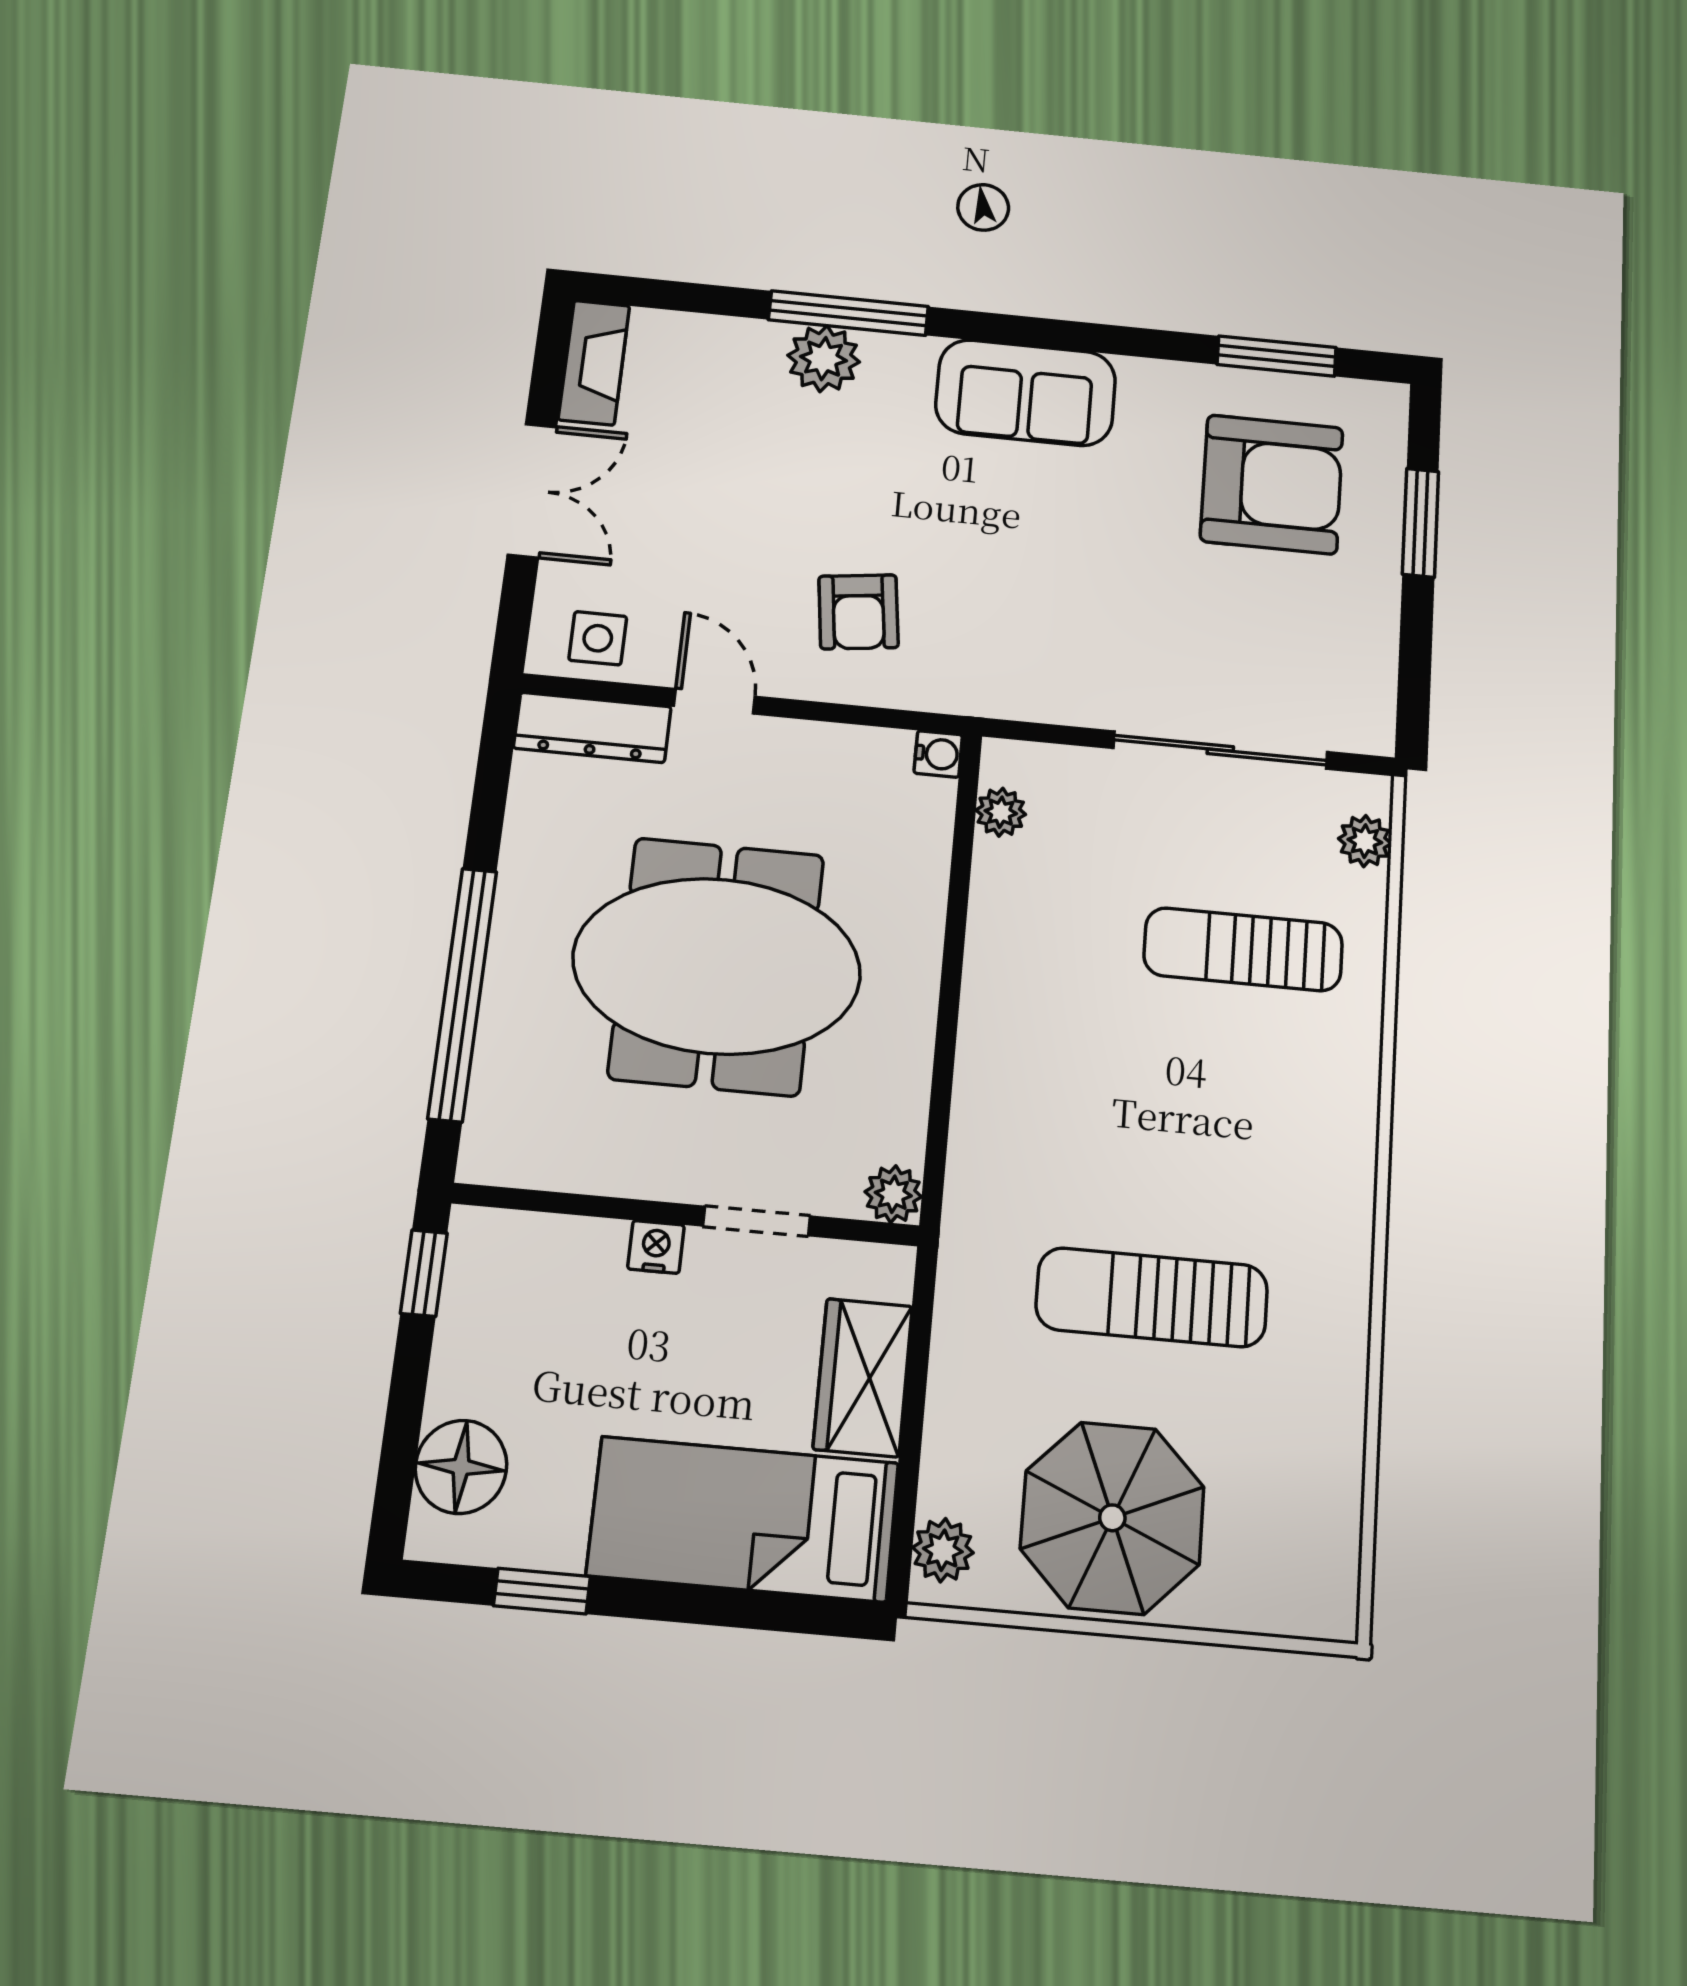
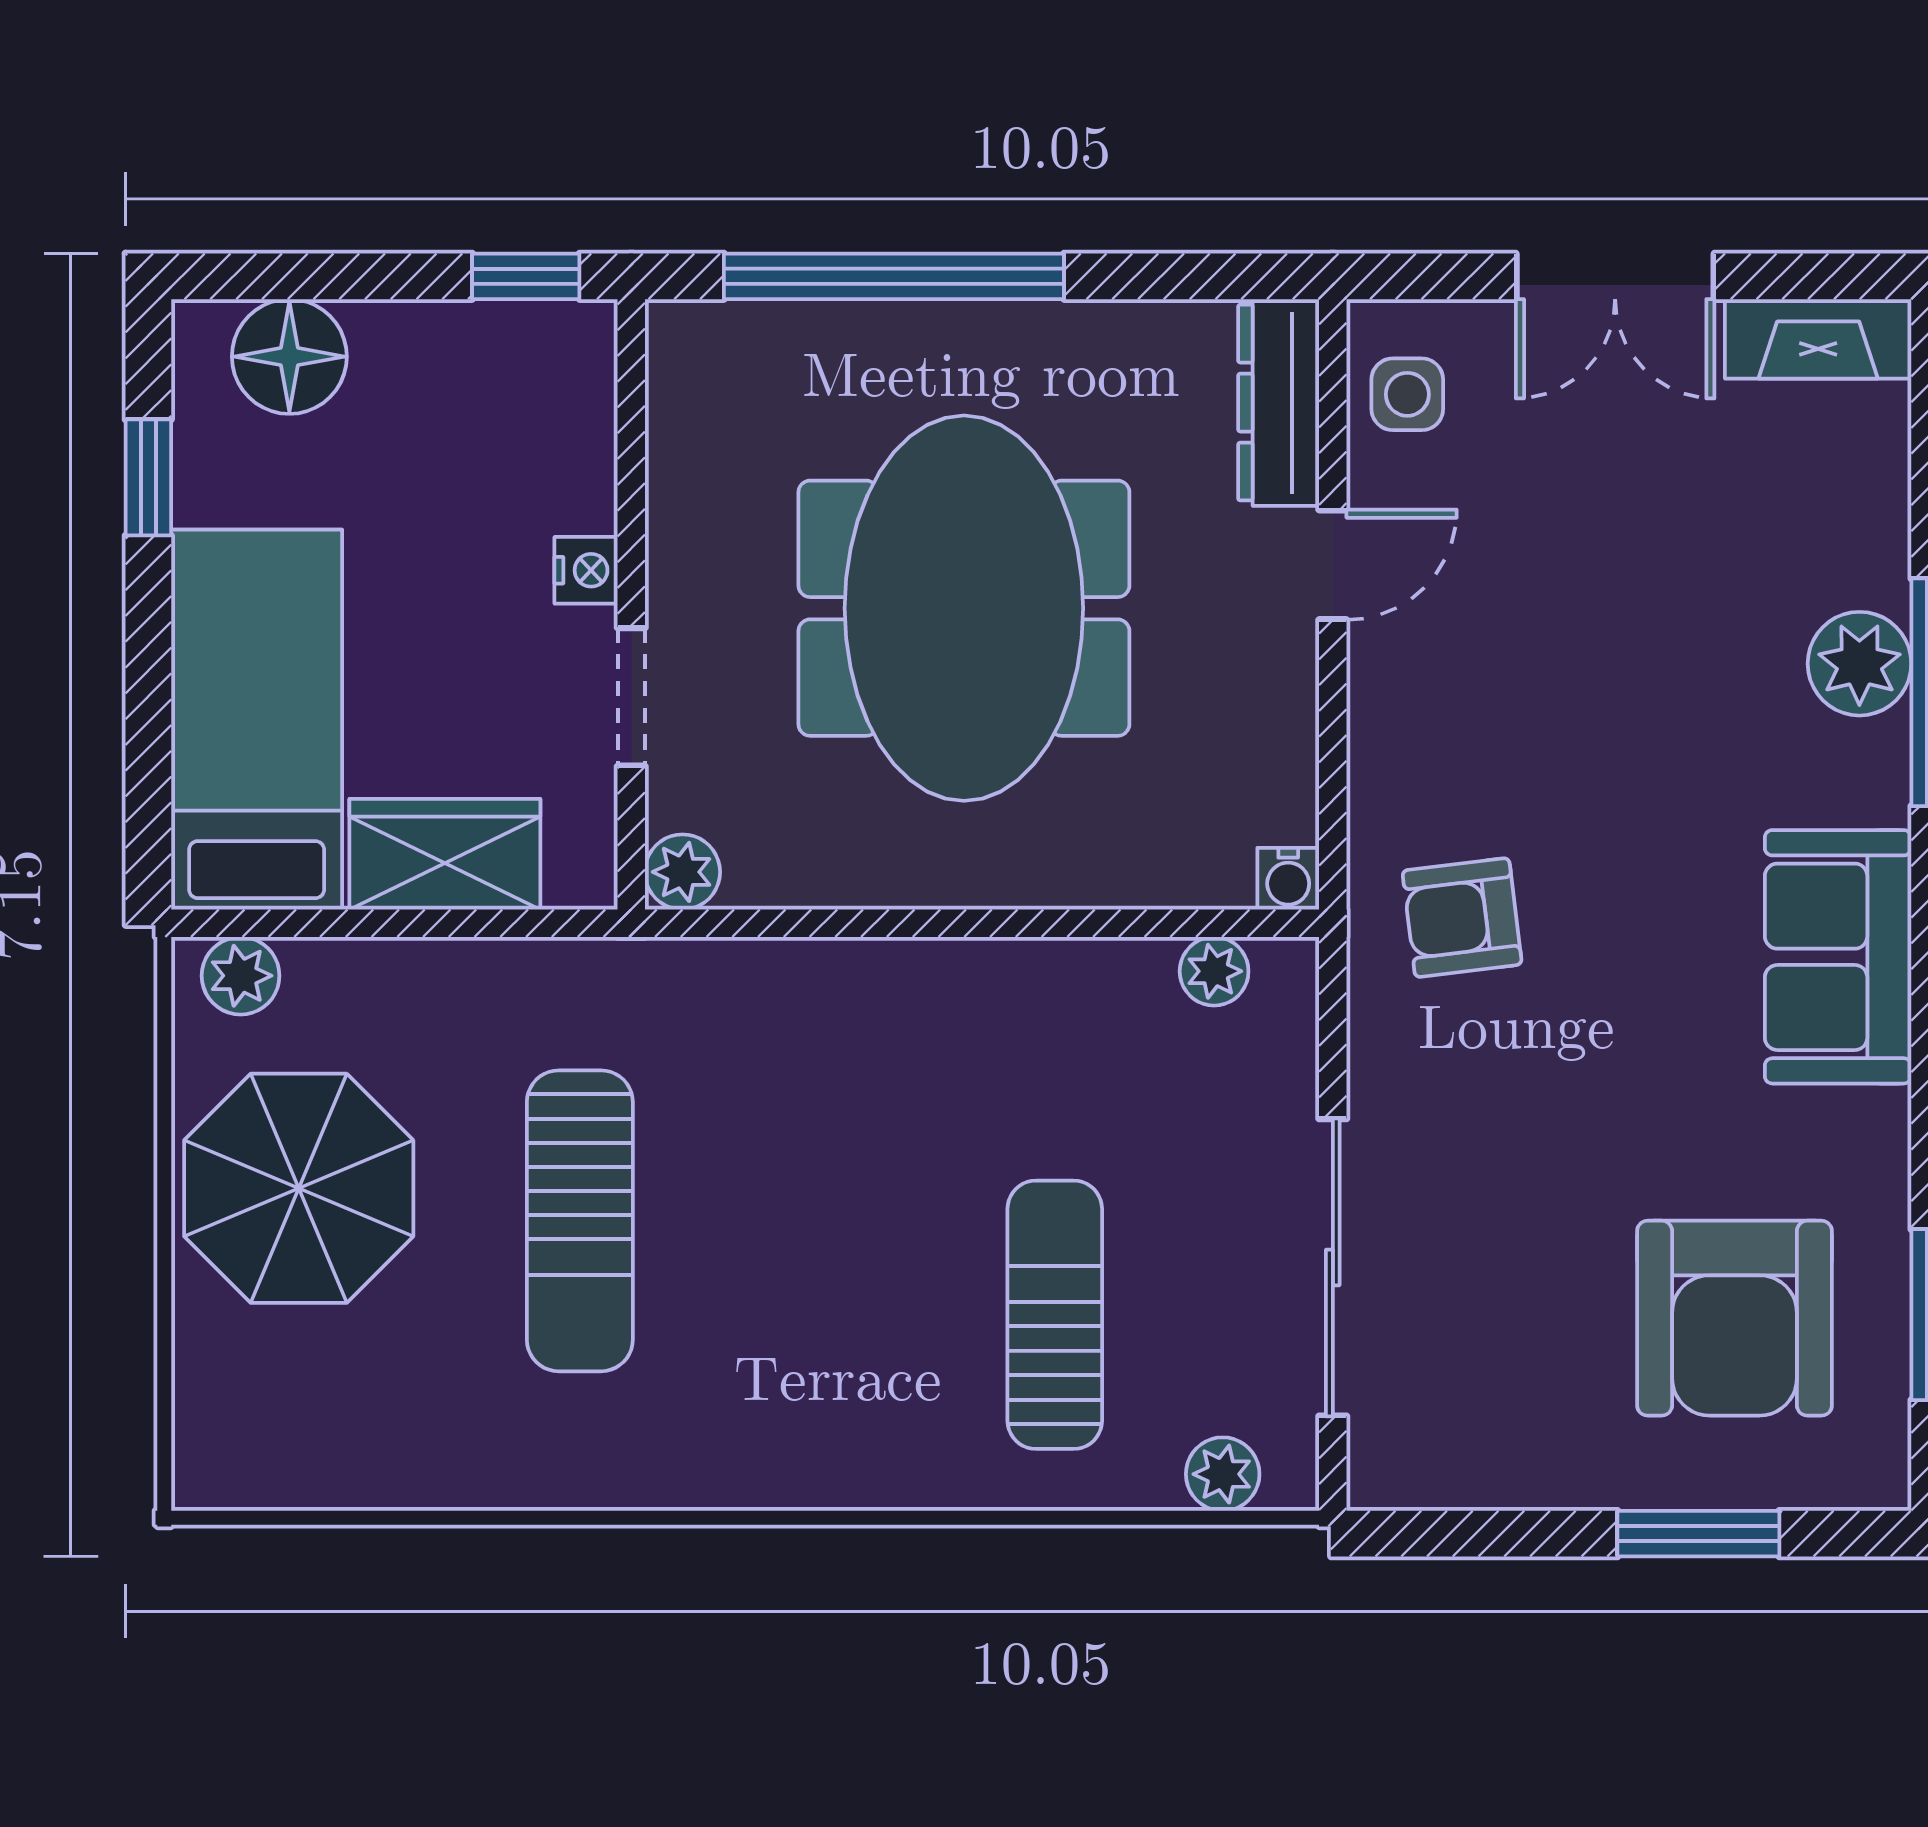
armchair: (858, 612) -> (1462, 918), moved
sun lounger: (1152, 1297) -> (580, 1221), turned 180

